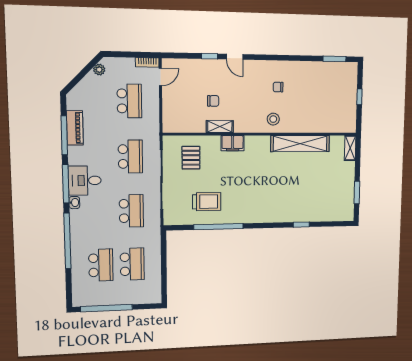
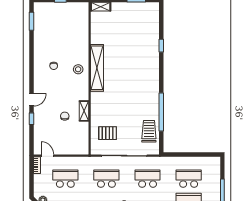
filing cabinet: (233, 143) -> (97, 101), removed
shelving: (300, 144) -> (97, 68), moved
trolley: (207, 202) -> (149, 131), moved

